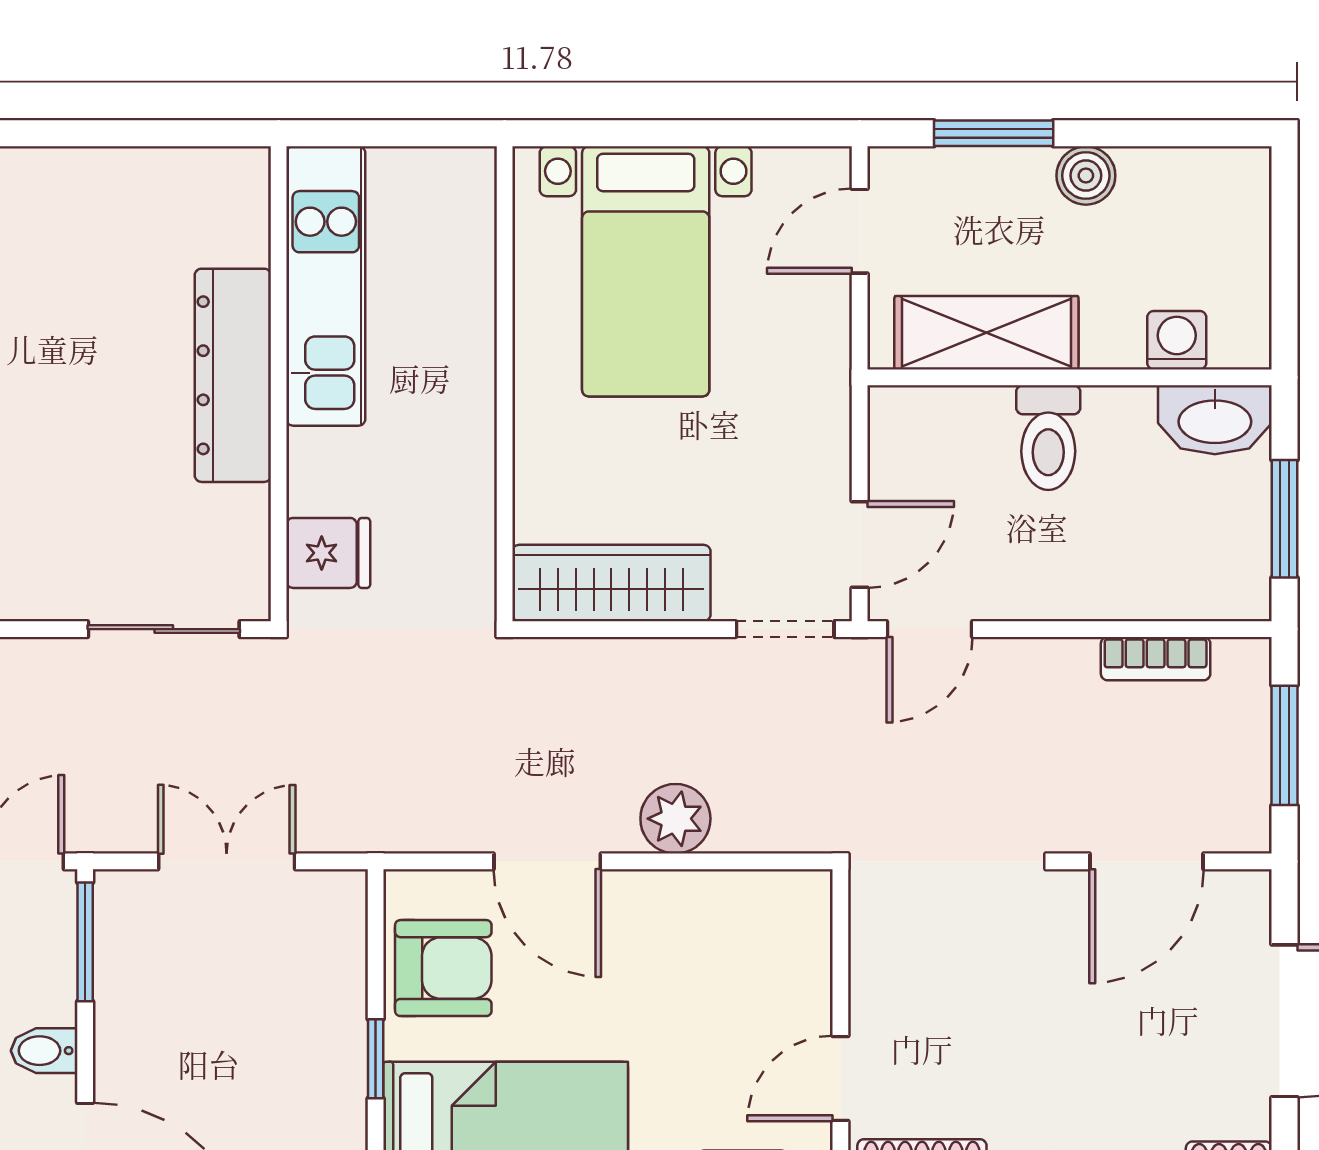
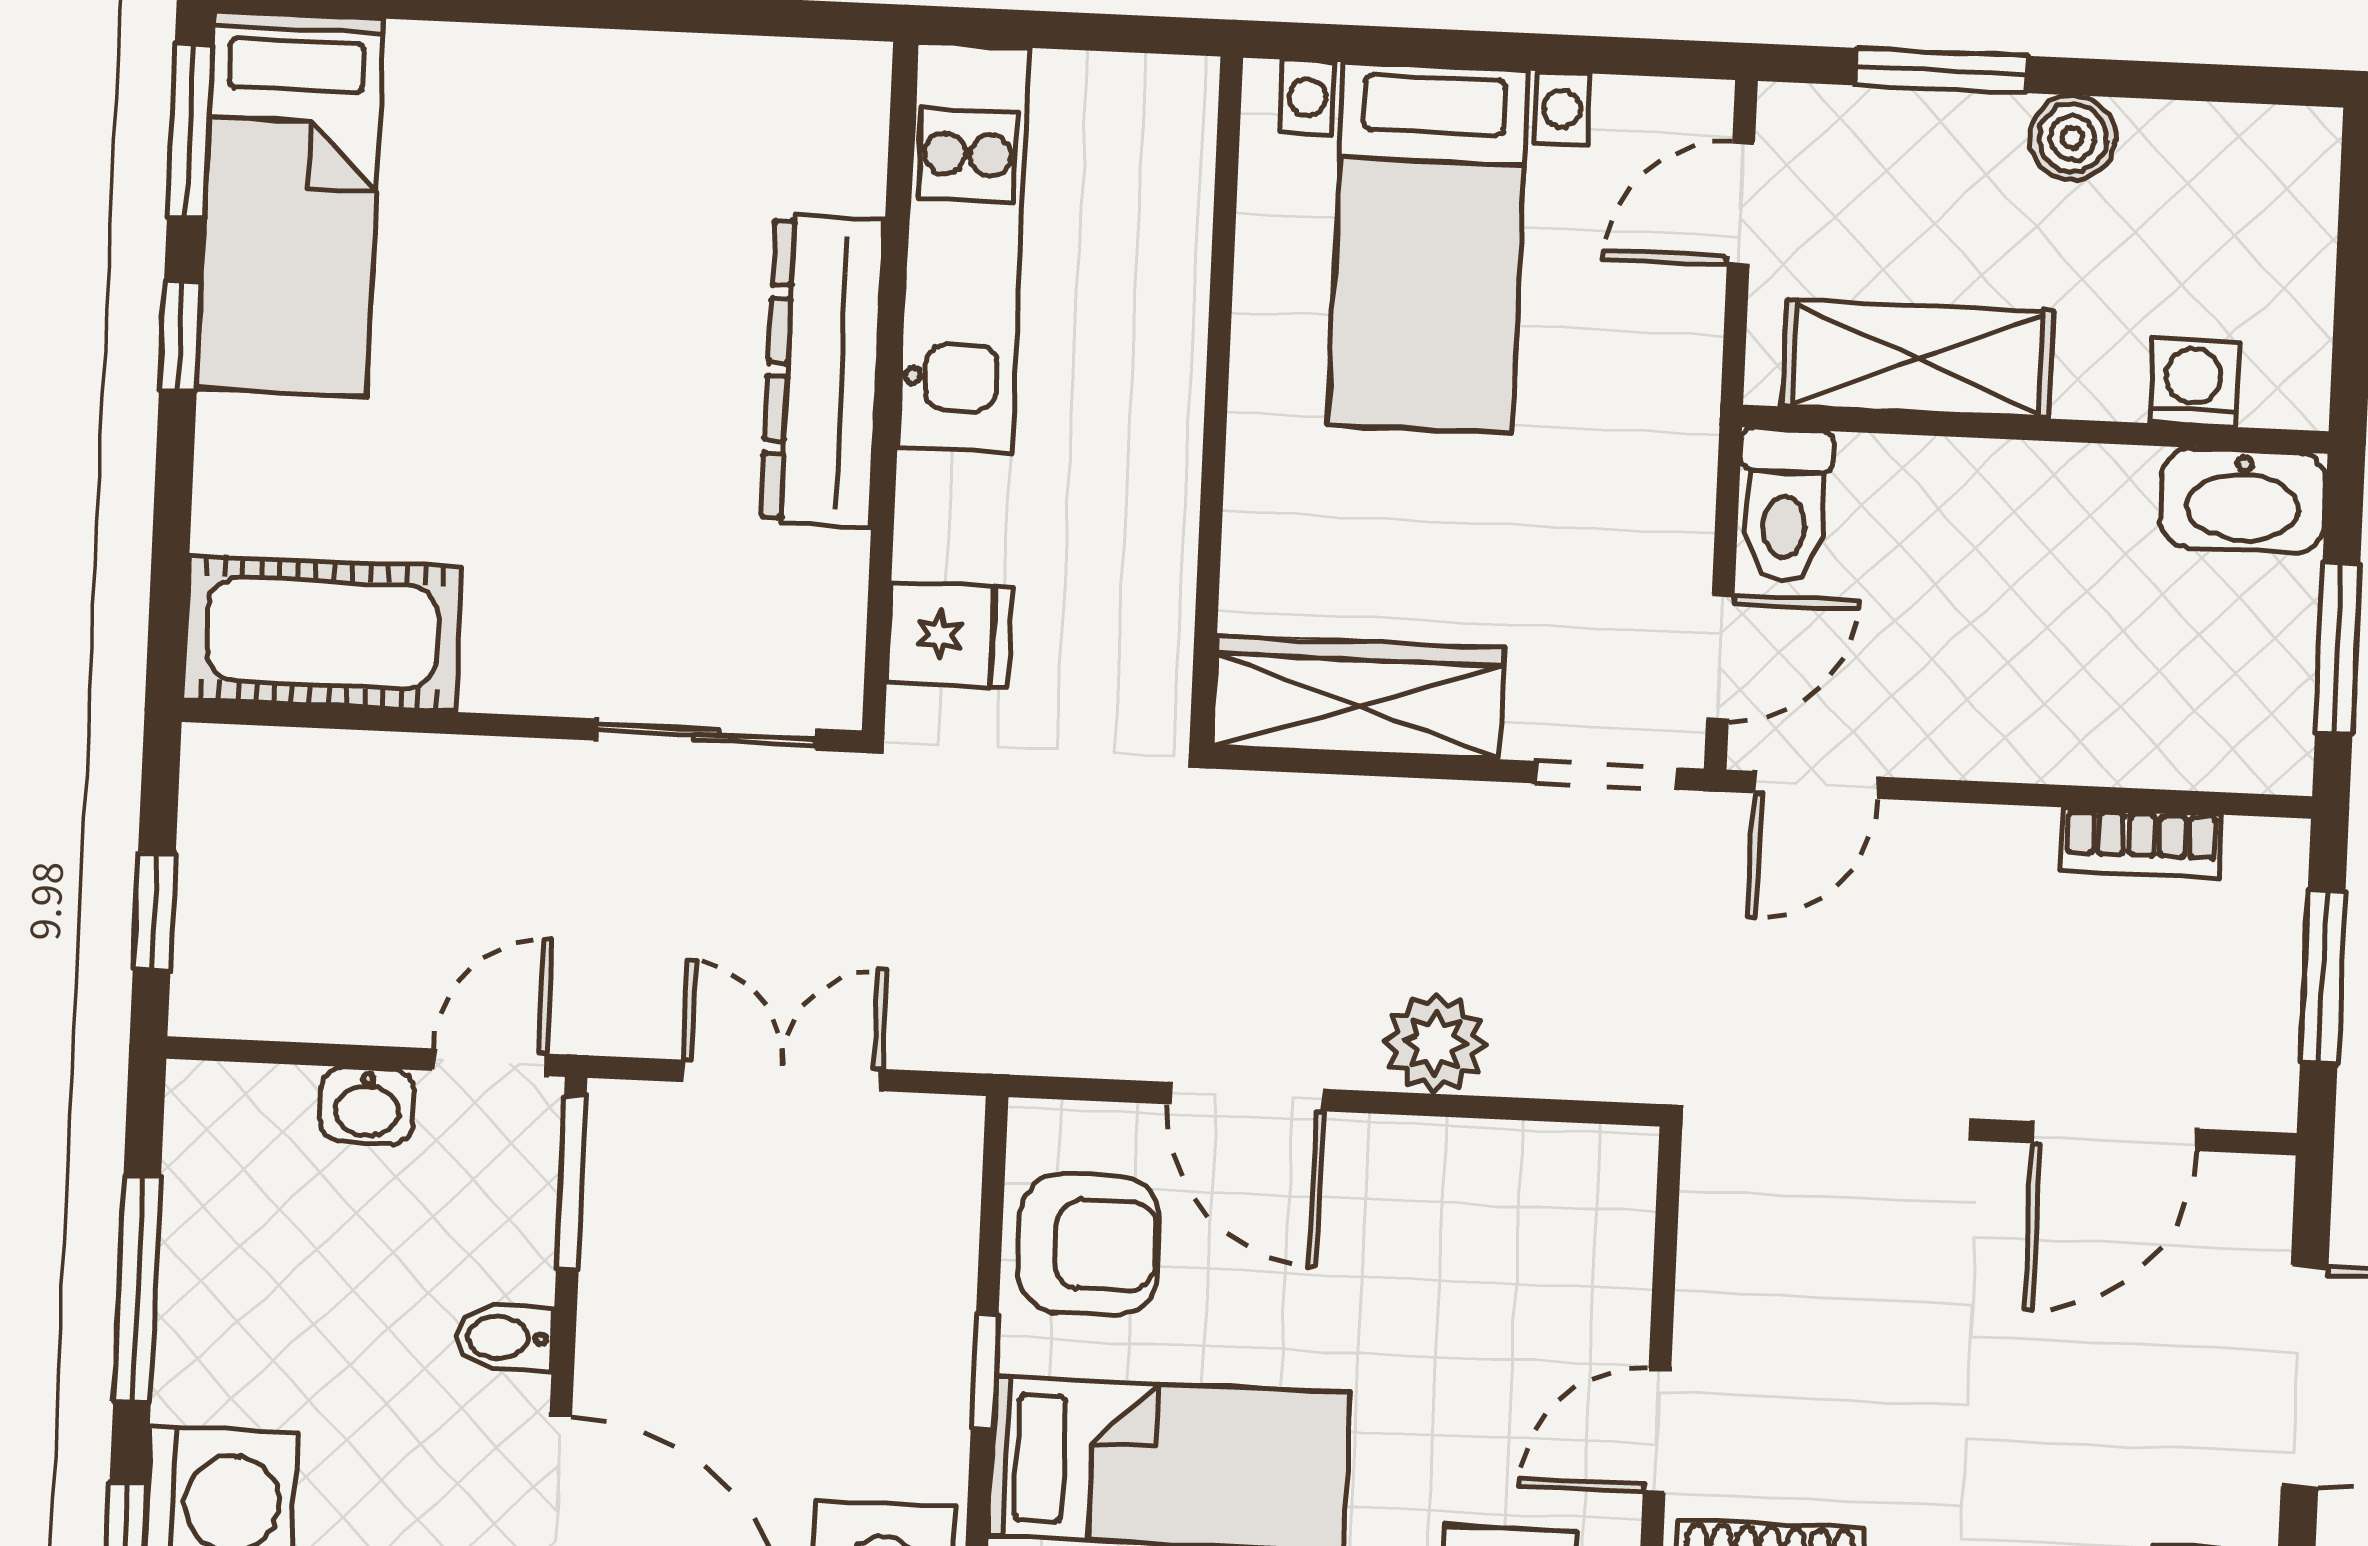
toilet: (1048, 438) -> (1785, 505), moved

